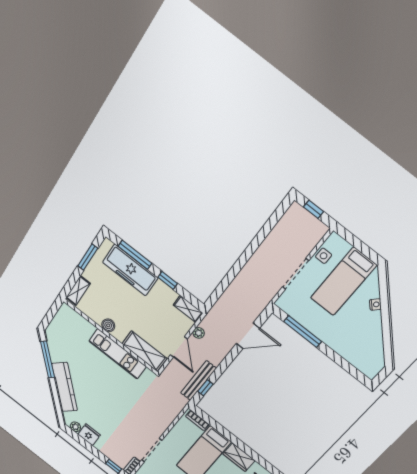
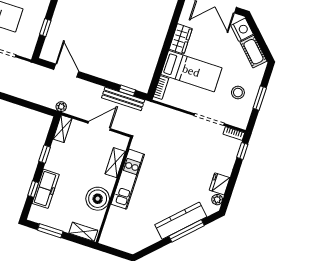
window: (135, 255) -> (33, 189), width x0.46
freezer: (130, 270) -> (46, 189), width x0.73, depth x0.79
boiler: (108, 325) -> (98, 199), width x1.86, depth x1.86
window: (303, 331) -> (45, 28), width x0.46
plant: (199, 333) -> (61, 107), moved
shelving: (144, 351) -> (115, 163), width x0.67, depth x0.75
window: (48, 360) -> (187, 231), moved

